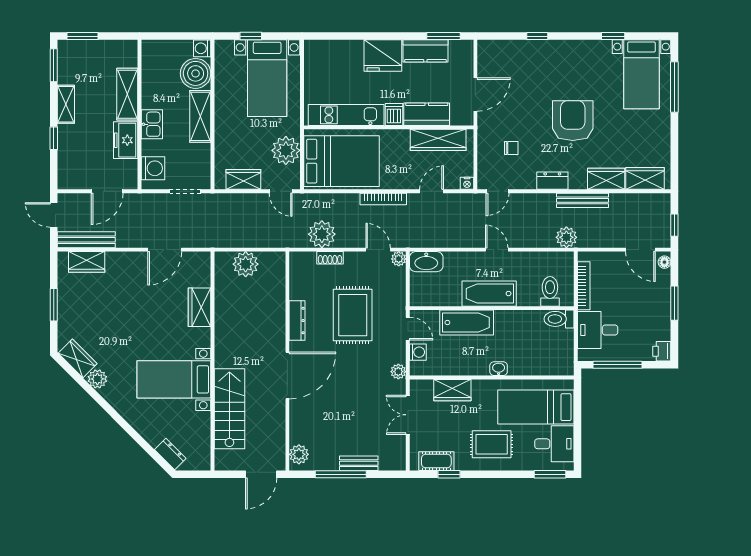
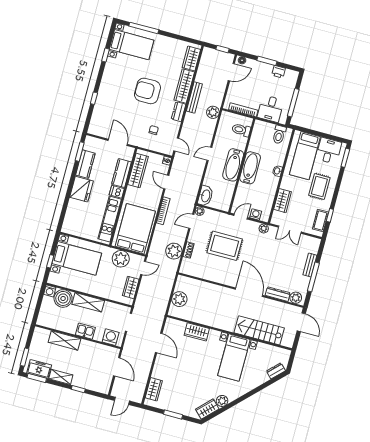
freezer: (126, 140) -> (39, 369), moved, turned 180
wardrobe: (606, 179) -> (184, 86), width x1.50
bench: (86, 240) -> (141, 386), removed
toilet: (559, 319) -> (279, 135), moved
dresser: (297, 321) -> (278, 294), moved
bathtub: (467, 323) -> (250, 168), moved
printer: (662, 351) -> (278, 72), moved

